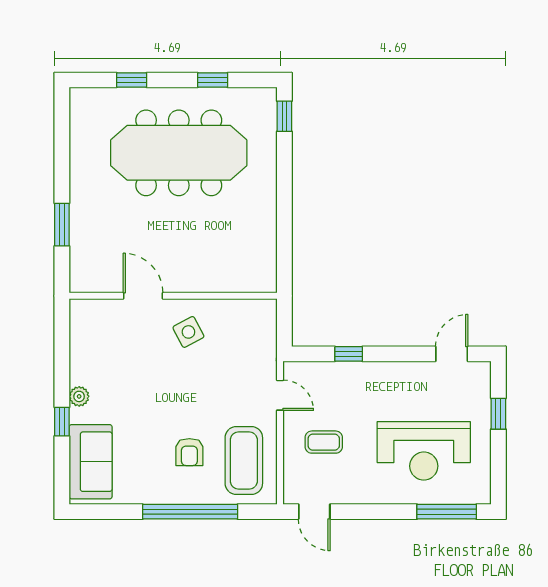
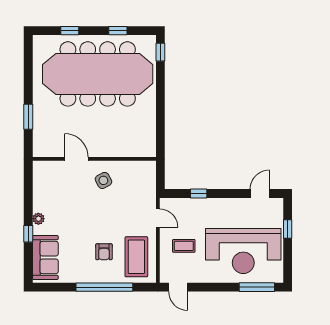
meeting table: (179, 153) -> (98, 74), width x1.36, depth x1.27
reception desk: (424, 451) -> (243, 251), width x1.36, depth x1.30

